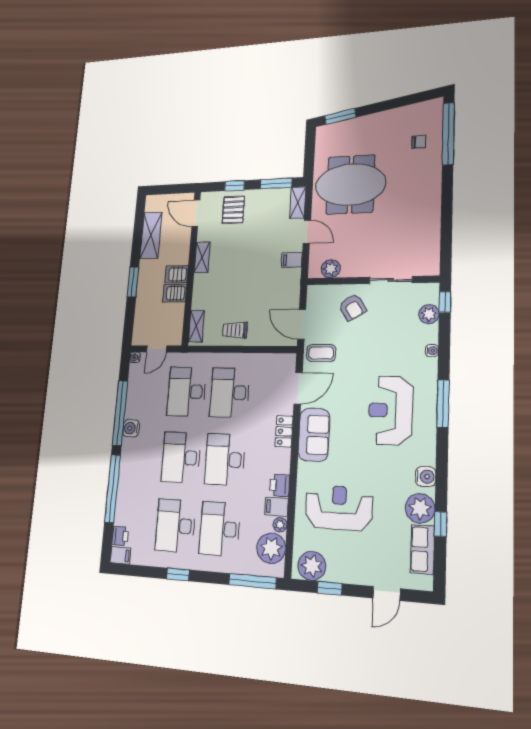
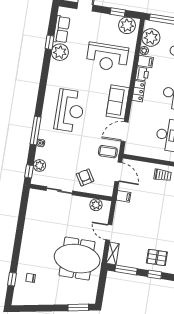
window: (448, 134) -> (12, 279), width x0.32
pallet: (233, 210) -> (157, 257), turned 90
filing cabinet: (292, 260) -> (123, 196), moved
window: (443, 404) -> (36, 131), moved
locker: (284, 431) -> (139, 91), moved
water cooler: (426, 477) -> (54, 70), removed

